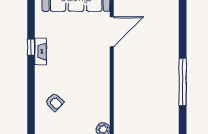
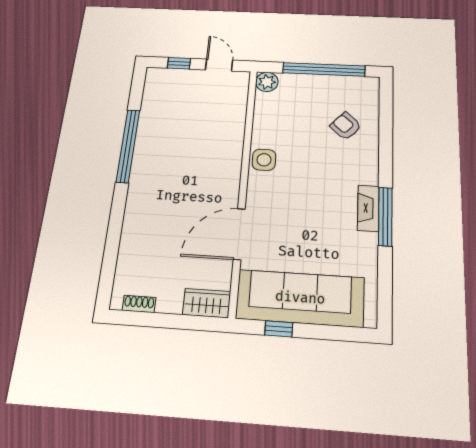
window: (31, 47) -> (385, 216), width x2.17
side table: (101, 78) -> (264, 160), added

